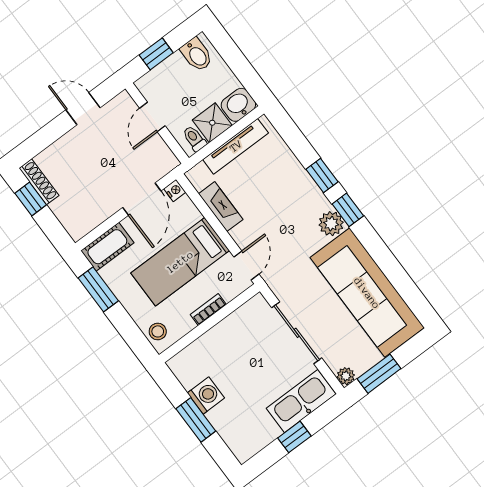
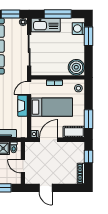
door: (152, 117) -> (23, 166), swing flipped
window: (31, 199) -> (88, 157), moved
fireplace: (221, 207) -> (23, 106), moved
boiler: (190, 366) -> (76, 67), added
washing machine: (206, 396) -> (78, 29), moved
window: (196, 420) -> (88, 36), moved
window: (294, 437) -> (58, 14), width x2.17

